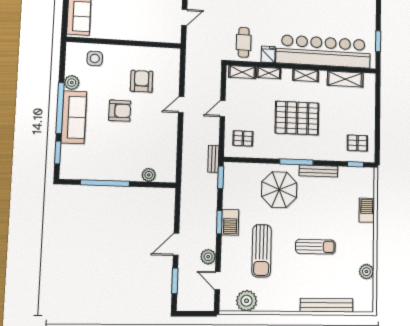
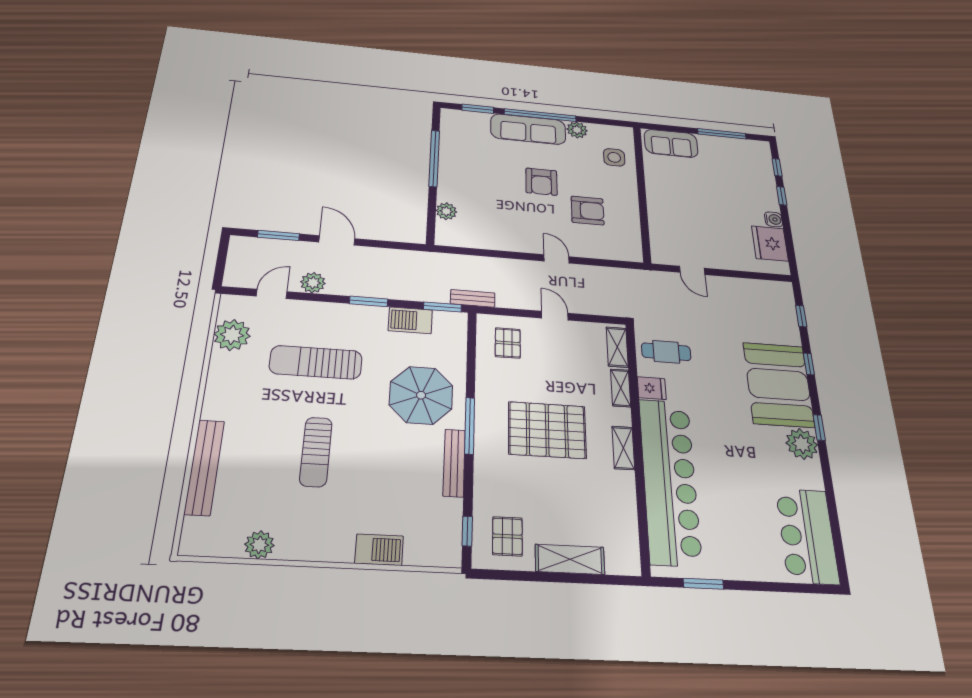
shelving: (345, 79) -> (570, 559), moved, turned 90
pallet: (297, 118) -> (547, 430), turned 90
barbecue: (230, 222) -> (410, 320), moved

